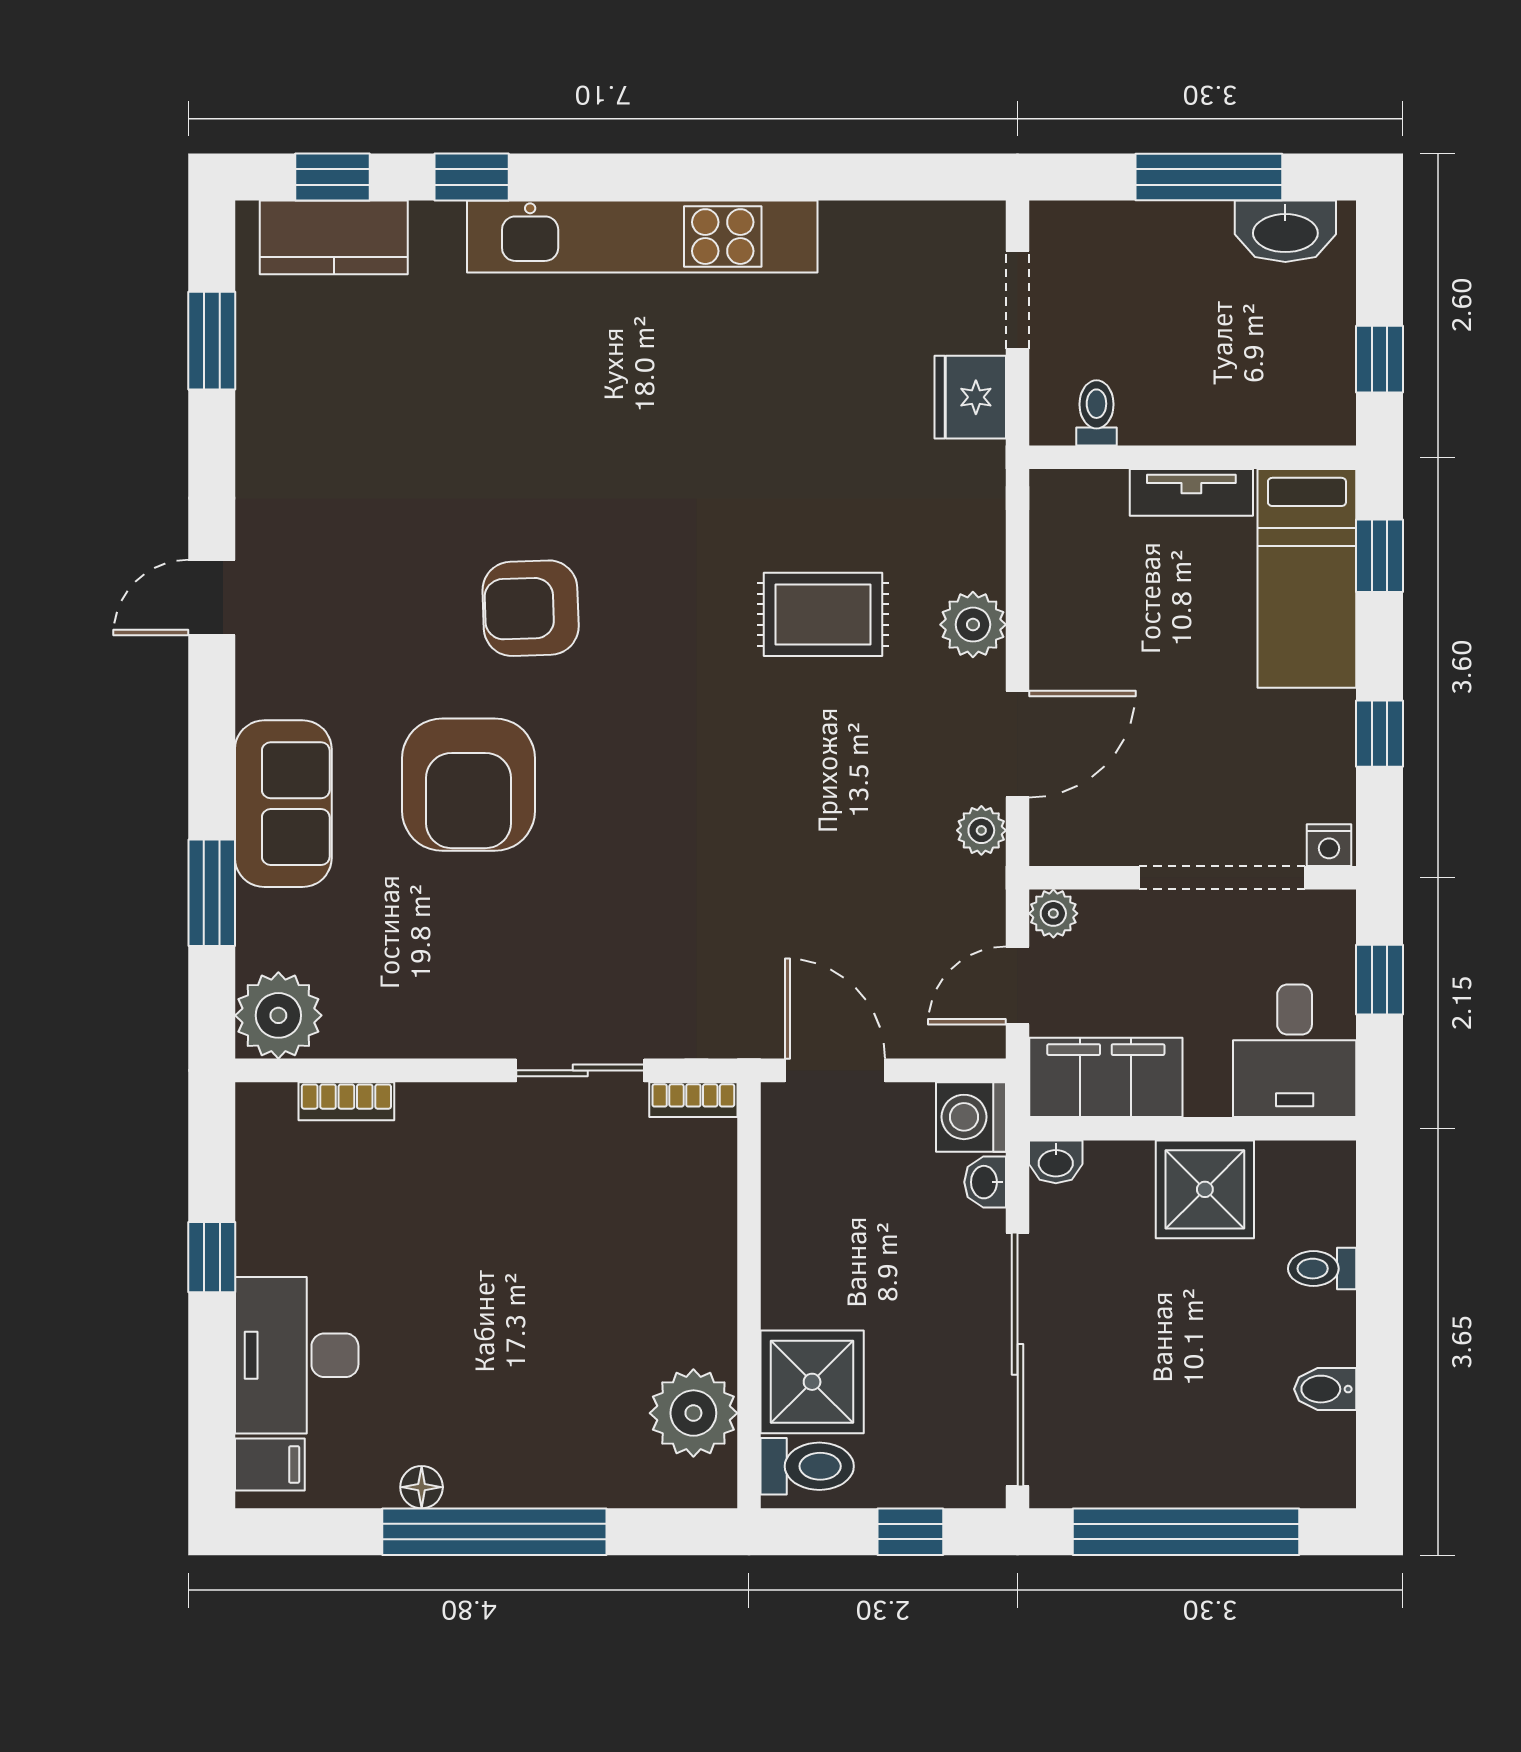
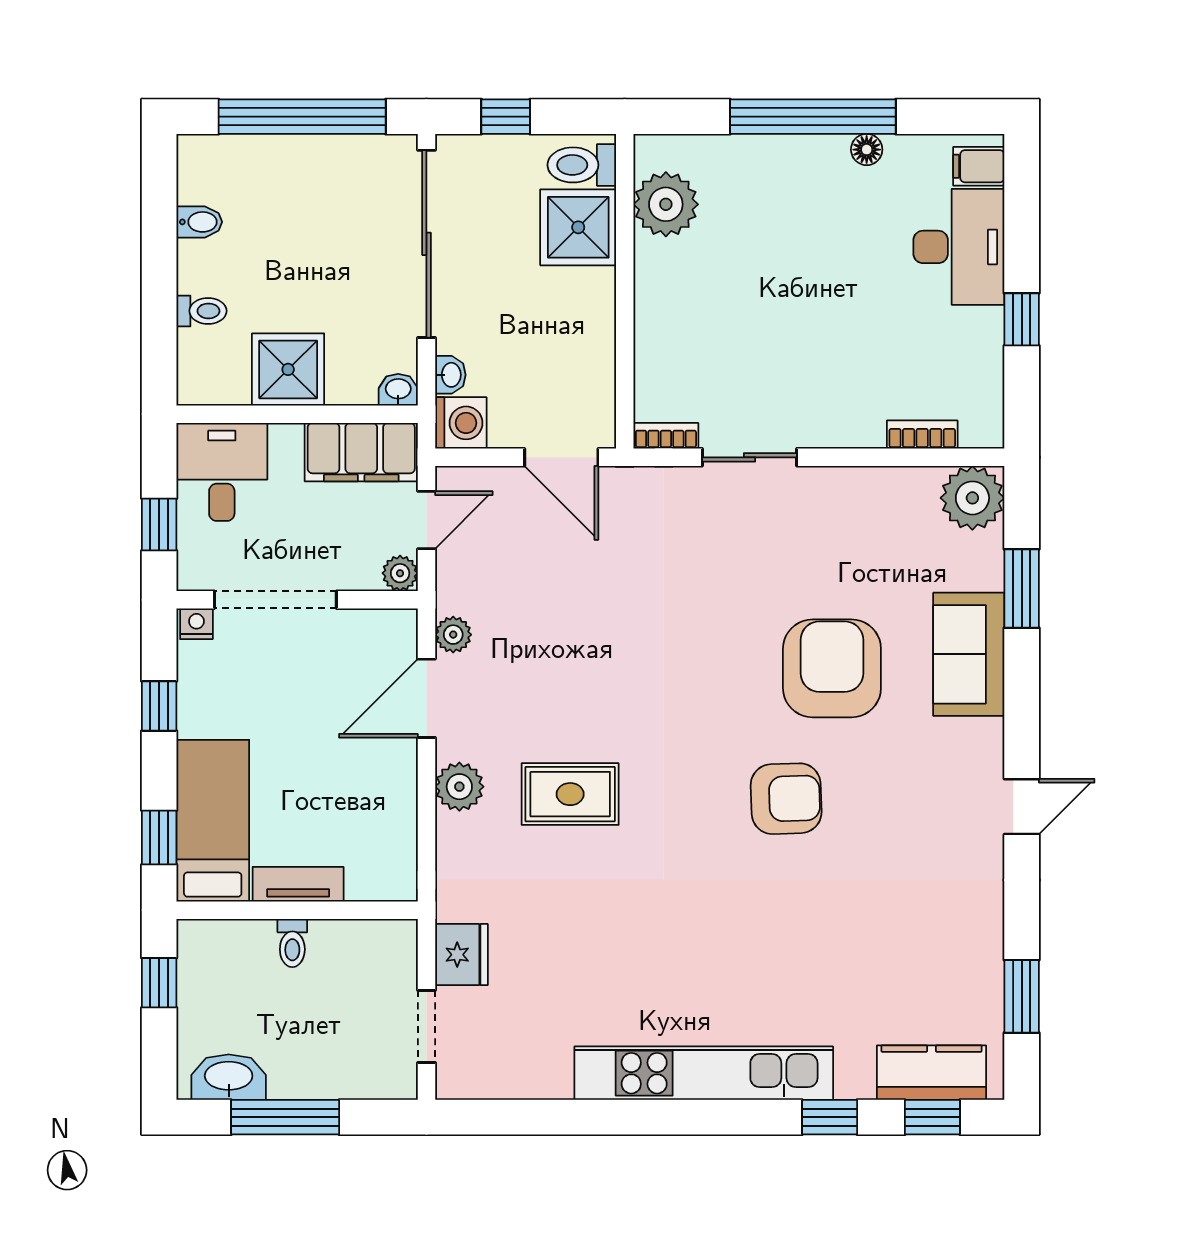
toilet: (1096, 413) -> (292, 943), moved

